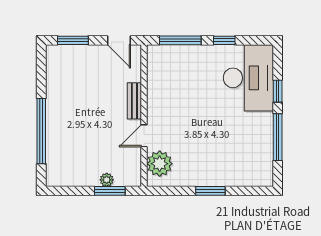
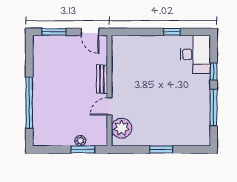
window: (180, 40) -> (138, 32), removed
desk: (248, 78) -> (195, 54), width x0.73, depth x0.77

